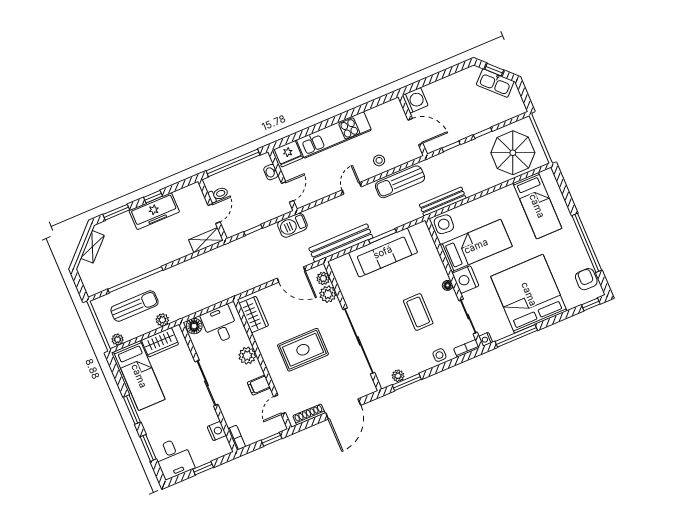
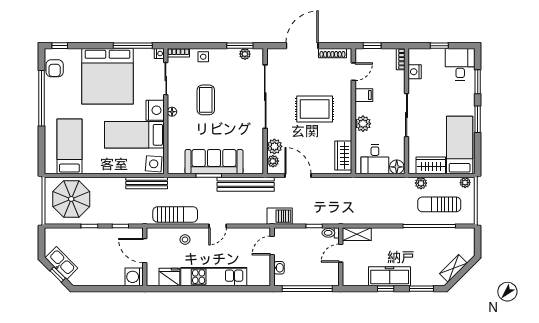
fridge: (288, 154) -> (169, 277), moved
toilet: (218, 194) -> (331, 233), moved

